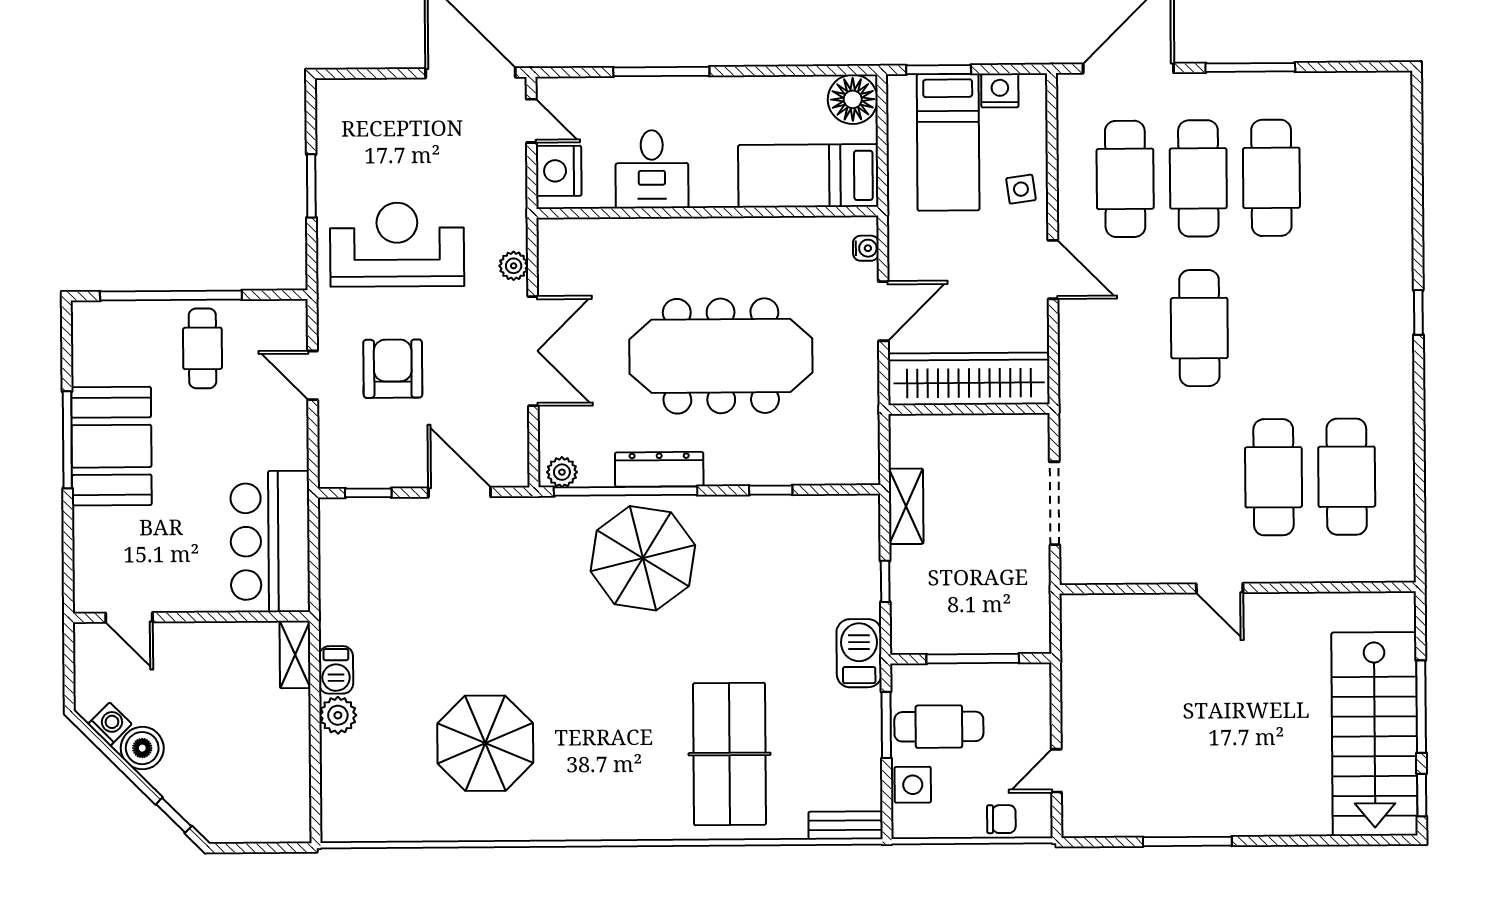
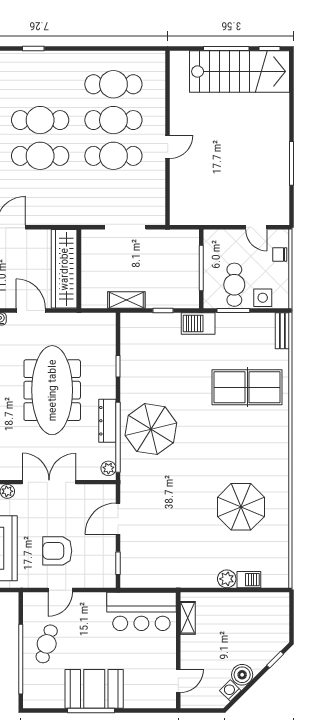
cafe table: (1272, 328) -> (40, 120), added
cafe table: (203, 348) -> (47, 644), turned -73
cafe table: (1200, 478) -> (113, 156), added
shelving: (295, 654) -> (188, 618), moved, turned 90
barbecue: (336, 670) -> (249, 580), moved
chair: (1001, 819) -> (280, 254), turned -90

